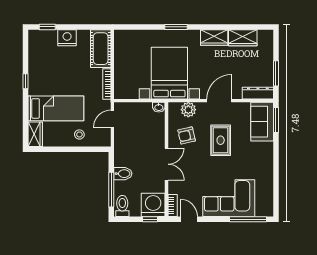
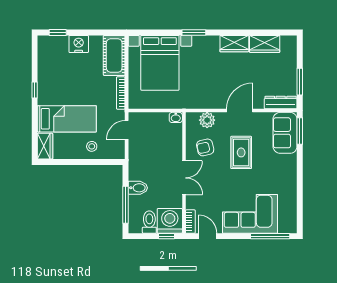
bed with nightstands: (169, 73) -> (160, 63), moved, turned 180
toilet: (122, 206) -> (149, 222), moved

